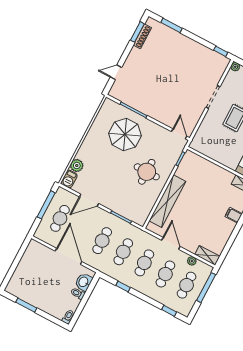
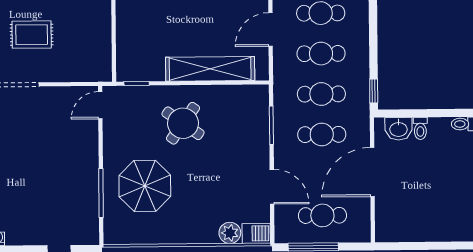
round table: (147, 172) -> (183, 123), turned 35
window: (123, 287) -> (374, 91), moved

